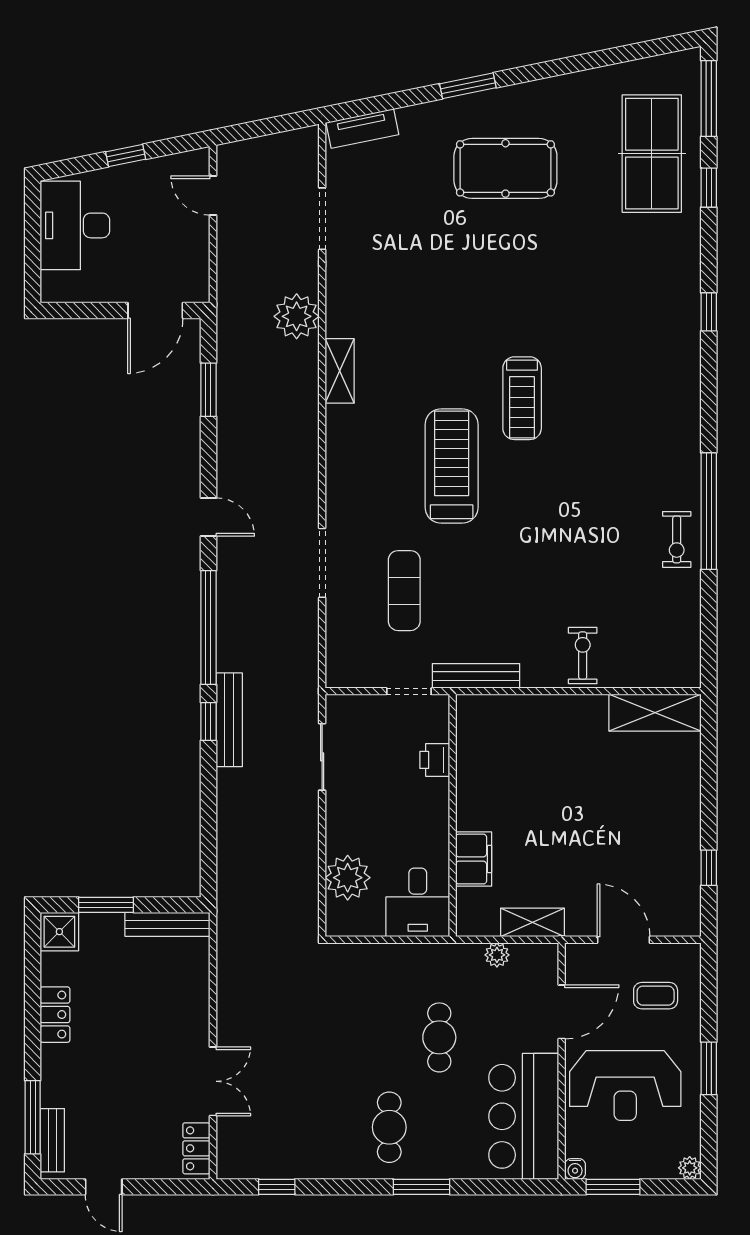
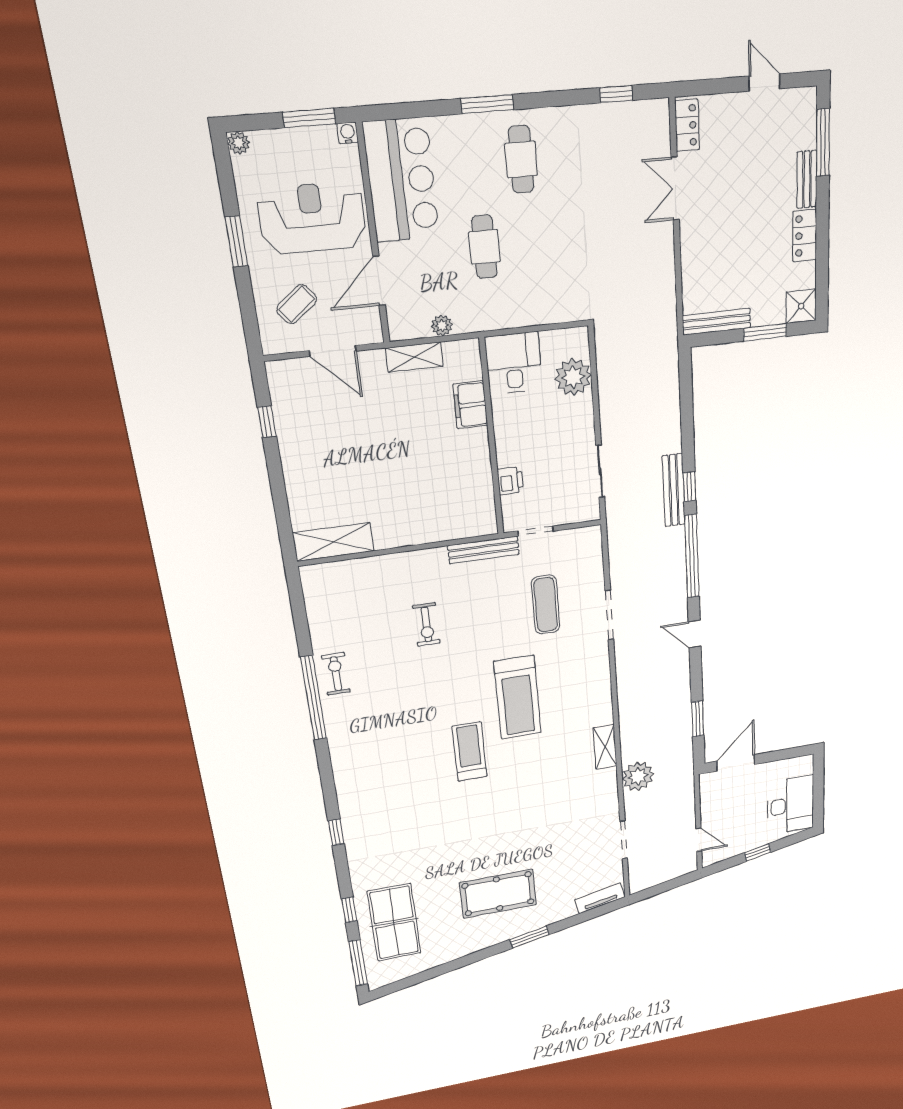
exercise bike: (583, 656) -> (426, 624), moved
coffee table: (656, 996) -> (297, 304), turned -38
bench: (52, 1140) -> (807, 179), moved

